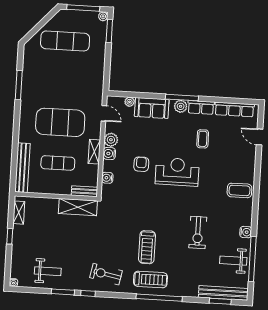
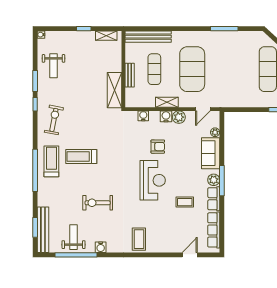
bench: (84, 191) -> (130, 75), moved
treadmill: (150, 279) -> (51, 161), turned 180

